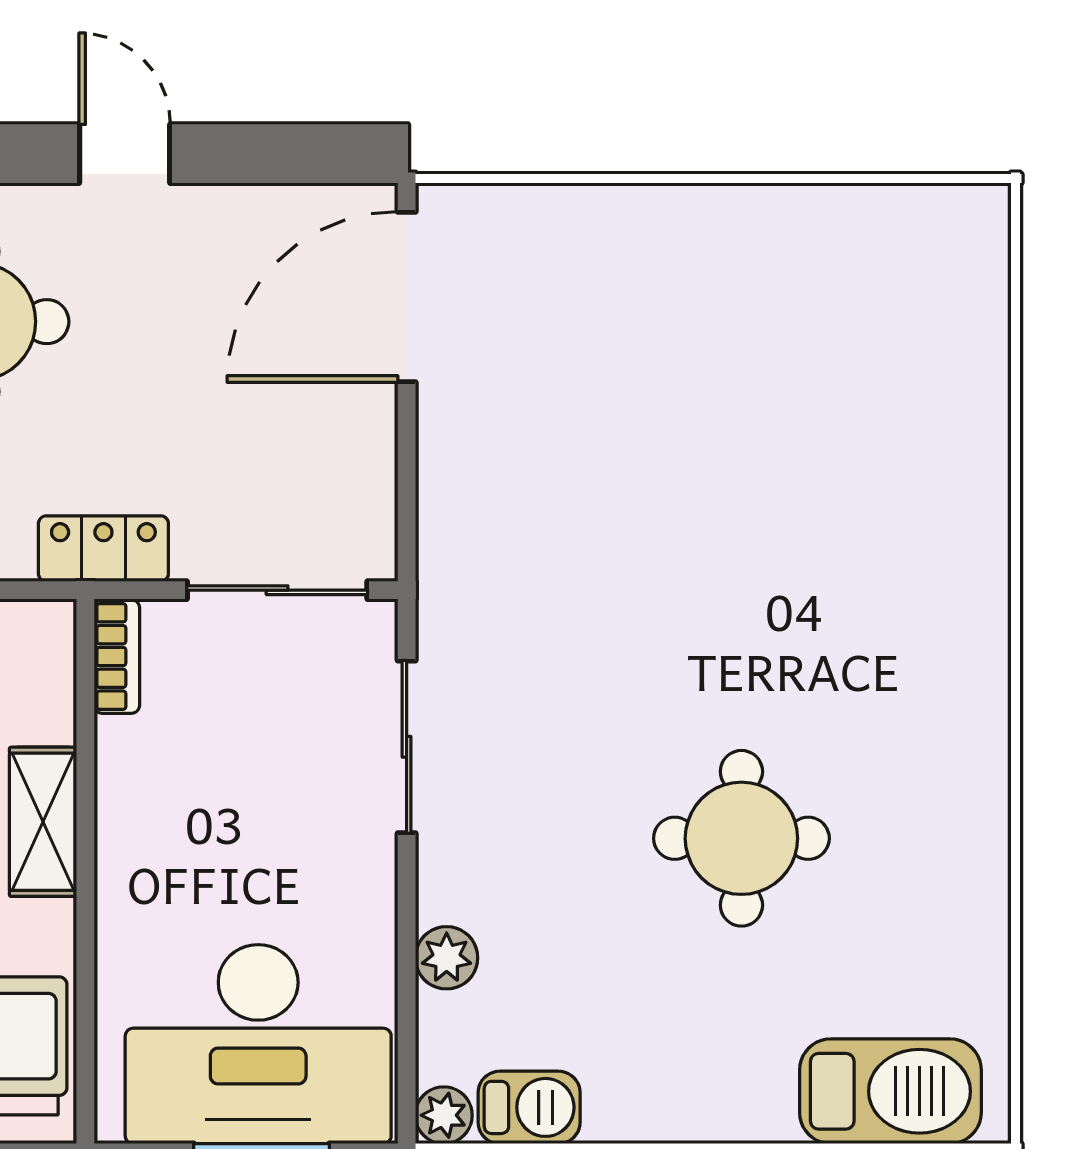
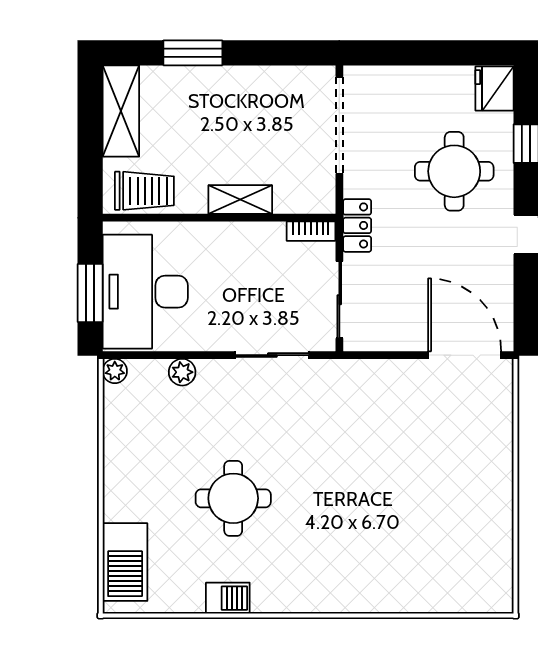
barbecue: (529, 1107) -> (228, 598), moved, turned -90

